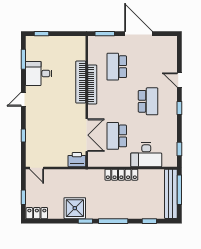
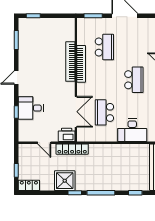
school desk: (117, 67) -> (104, 47), turned 180
desk: (39, 73) -> (31, 108), moved
door: (37, 168) -> (44, 143), moved
locker: (121, 175) -> (72, 149), moved

